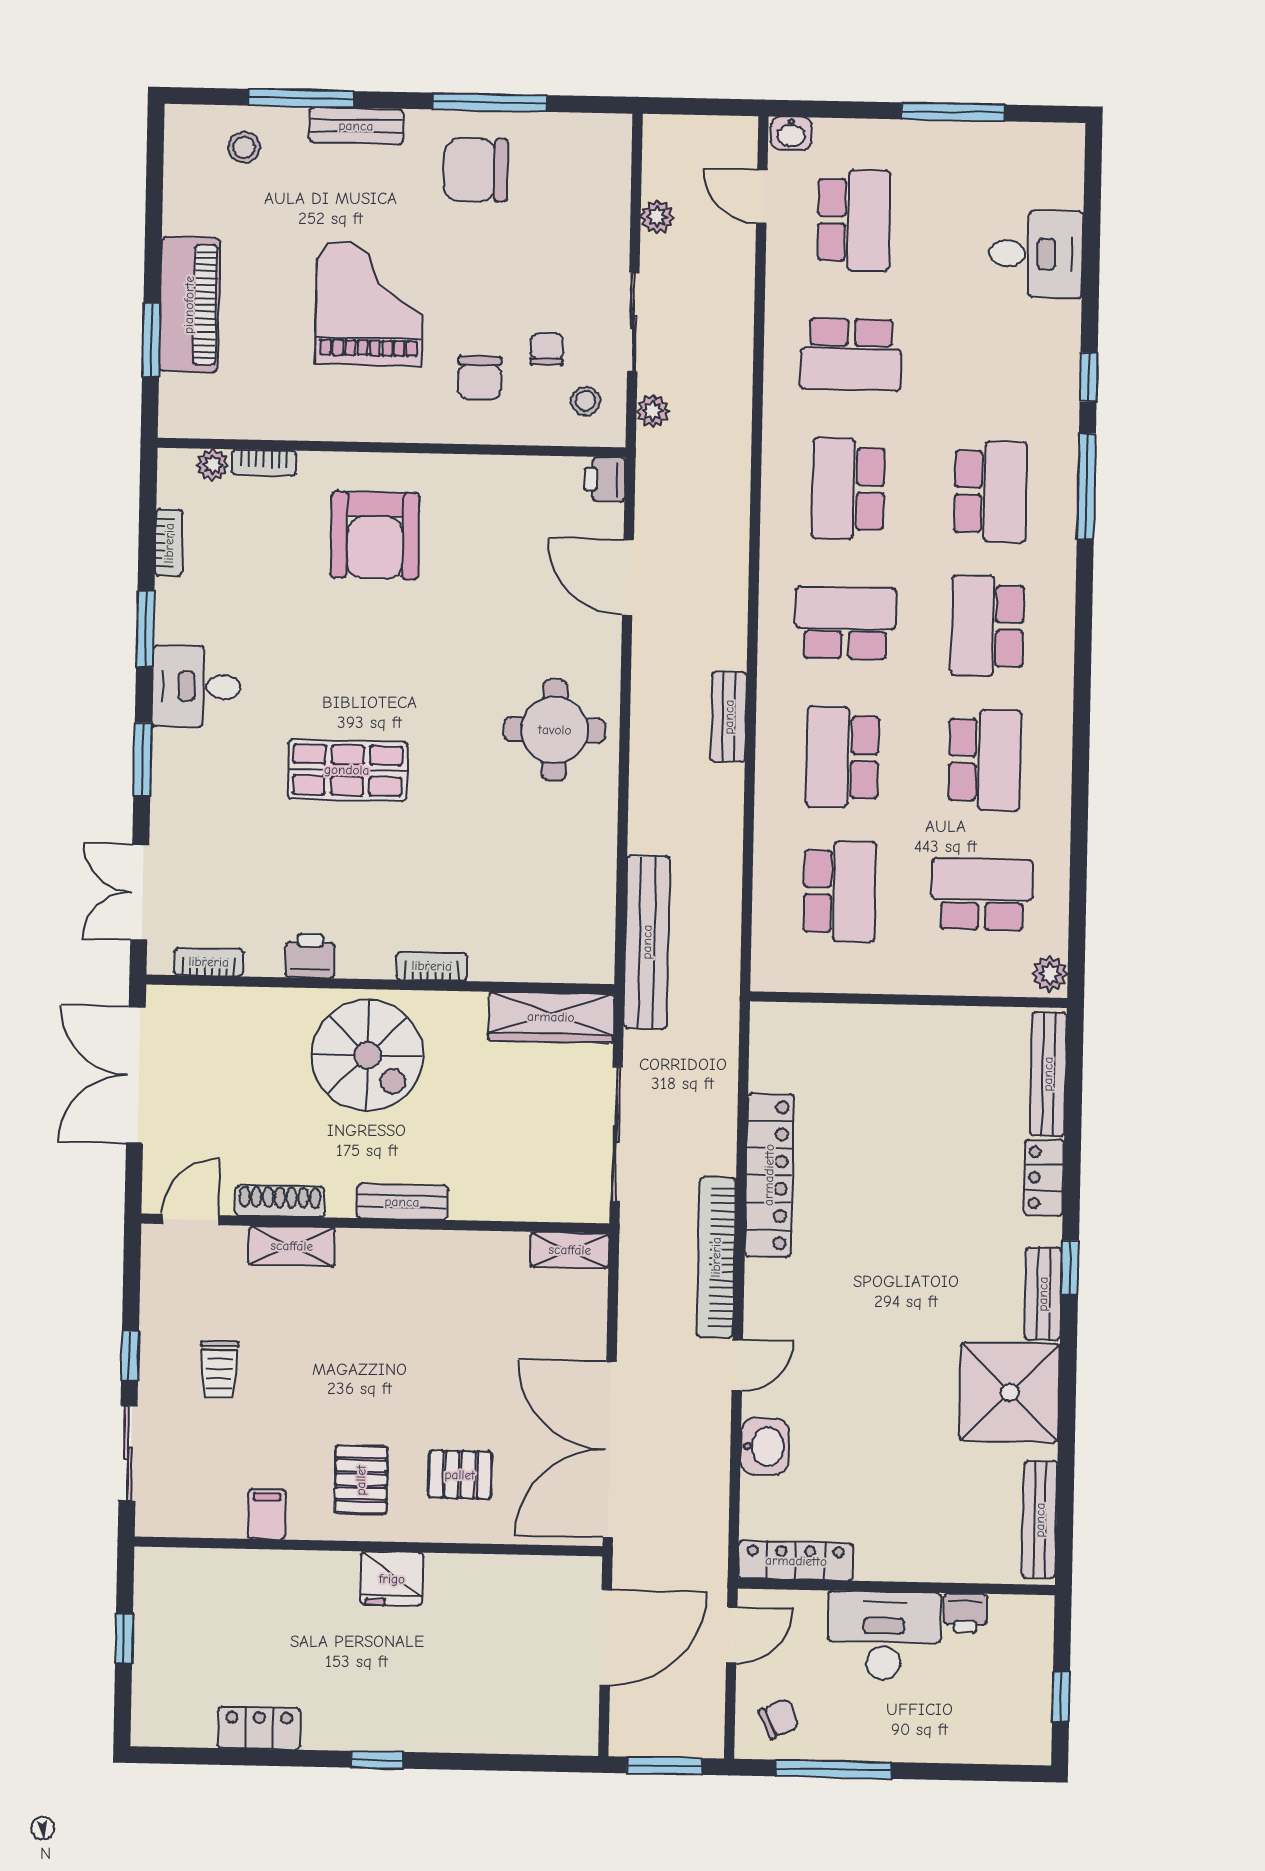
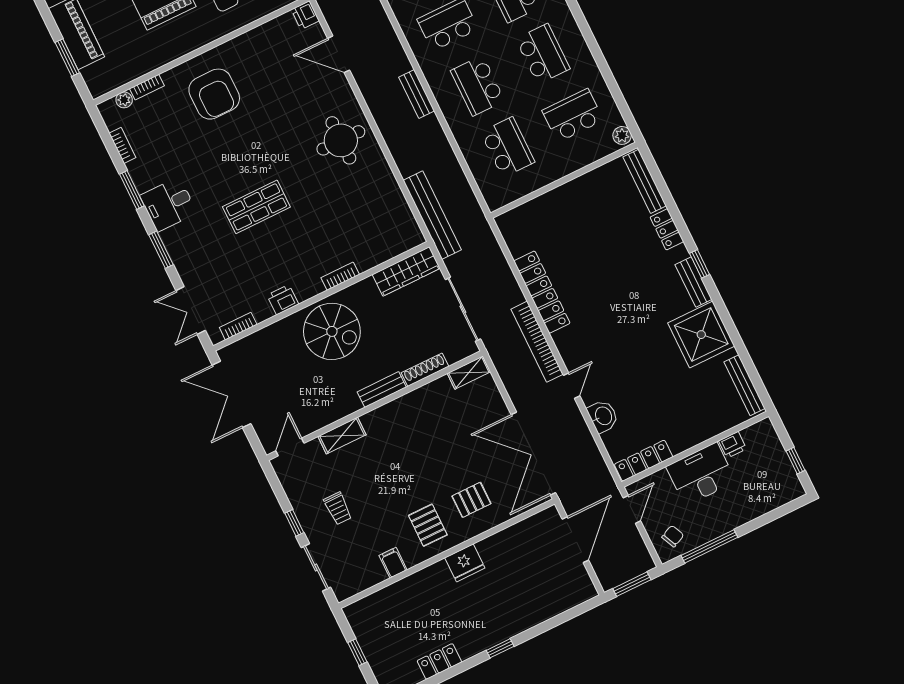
shoe rack: (280, 1201) -> (425, 370), moved

